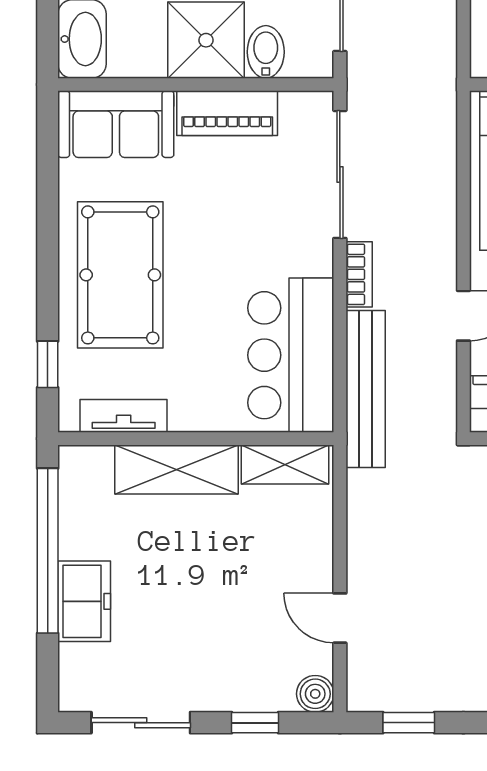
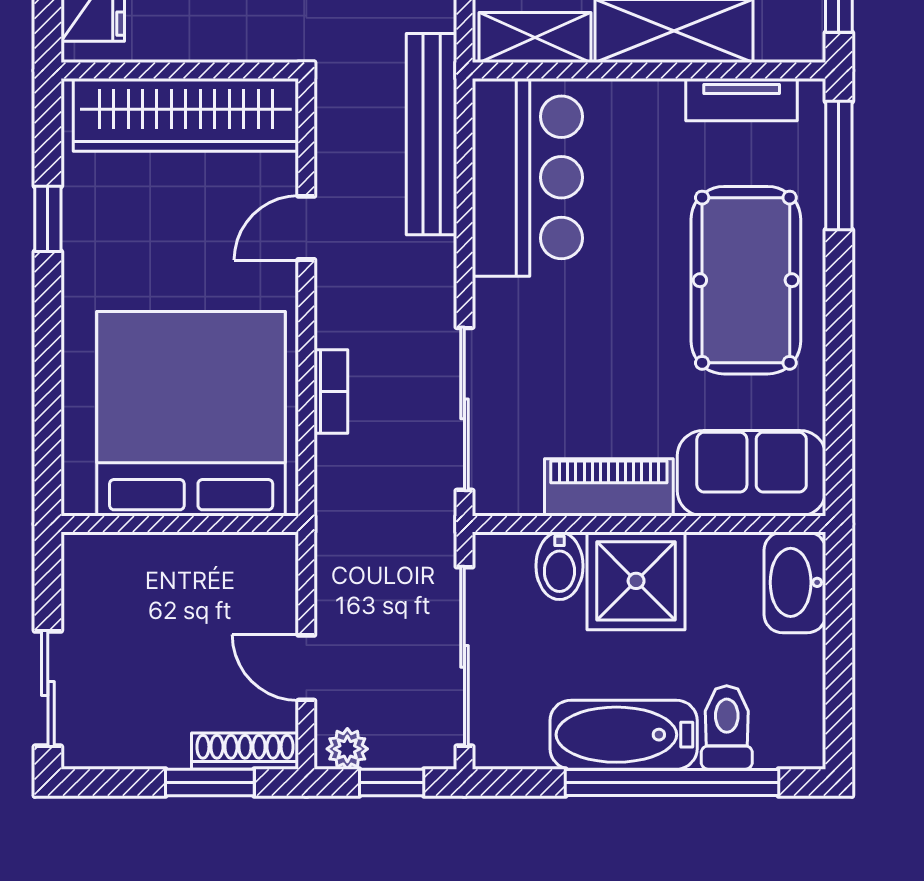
bookcase: (359, 274) -> (331, 391), moved, turned 180
window: (48, 364) -> (839, 166), width x2.17

